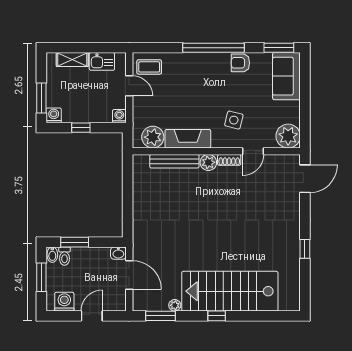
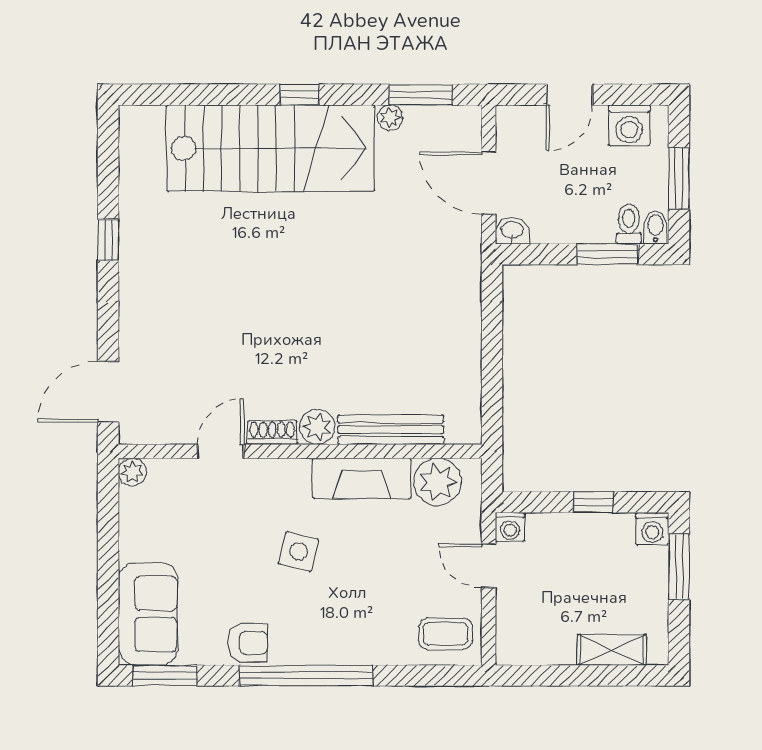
kitchen sink: (102, 61) -> (548, 646), removed
door: (129, 86) -> (489, 566), moved
side table: (234, 120) -> (299, 552), moved
plant: (288, 136) -> (132, 472), width x0.53, depth x0.53

